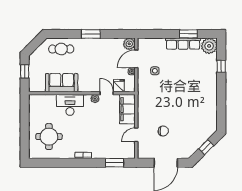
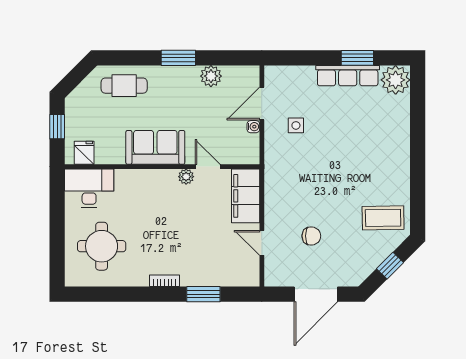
plant: (129, 44) -> (211, 76), moved
window: (221, 66) -> (418, 117), removed
sofa: (62, 83) -> (155, 147), moved
fridge: (119, 86) -> (84, 153), moved
desk: (70, 105) -> (89, 188), moved
coffee table: (202, 121) -> (383, 218), added
door: (136, 135) -> (262, 243), hinge flipped
window: (114, 163) -> (203, 294), moved

